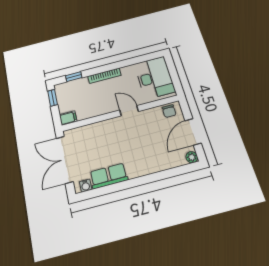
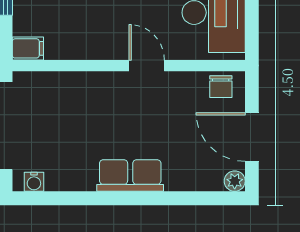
door: (193, 132) -> (252, 137), hinge flipped
row of seats: (109, 176) -> (130, 176), moved

